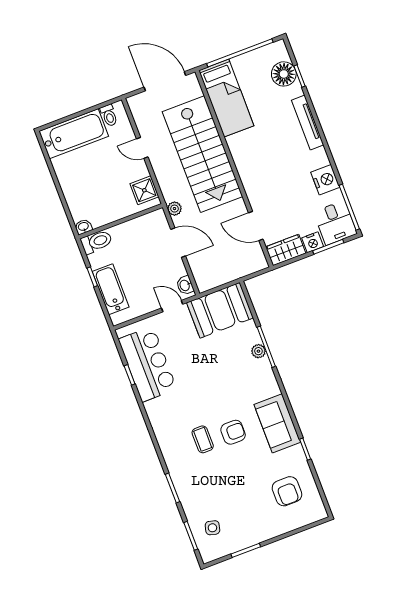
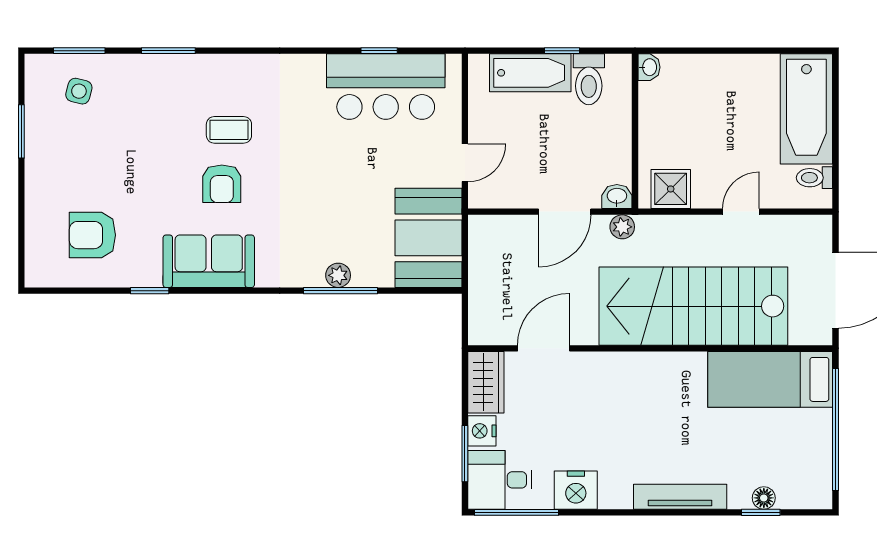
floor lamp: (284, 74) -> (764, 498), width x0.53, depth x0.53
toilet: (96, 242) -> (589, 79), moved
washbasin: (185, 285) -> (617, 196), moved

